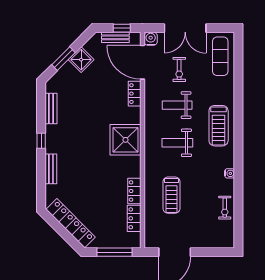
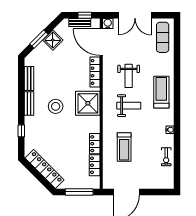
exercise bike: (179, 69) -> (130, 48), removed
locker: (135, 94) -> (95, 72), width x1.53
weight bench: (177, 105) -> (129, 76), turned -90
treadmill: (219, 126) -> (161, 92), turned 180
window: (41, 141) -> (21, 131), moved
weight bench: (177, 143) -> (129, 106), turned 180
stool: (85, 144) -> (56, 106), added
bench: (51, 169) -> (29, 103), moved

